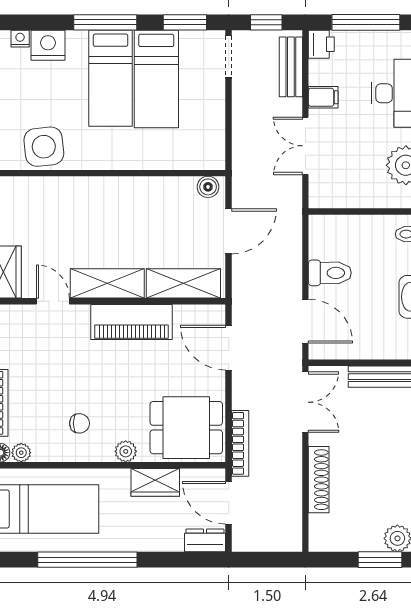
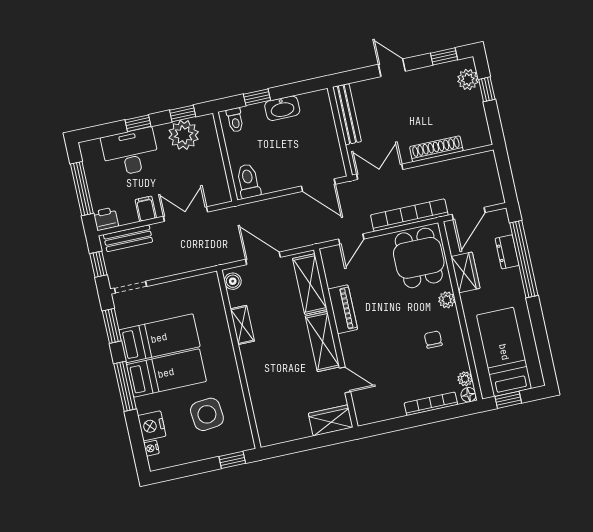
double door: (305, 146) -> (186, 214), swing flipped
side table: (44, 147) -> (207, 414), moved
shelving: (150, 187) -> (242, 325), added
toilet: (330, 273) -> (248, 181), moved
door: (53, 301) -> (345, 380), swing flipped
door: (305, 321) -> (318, 185), swing flipped
piano: (132, 322) -> (343, 309), width x0.73, depth x0.75
door: (229, 348) -> (351, 239), width x0.73
bookcase: (240, 443) -> (409, 215), width x1.48, depth x1.31
dresser: (205, 540) -> (507, 252), moved
window: (87, 560) -> (524, 259), moved
window: (380, 560) -> (487, 89), width x0.67

